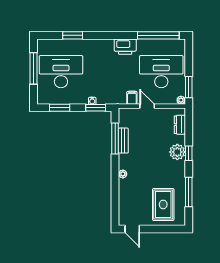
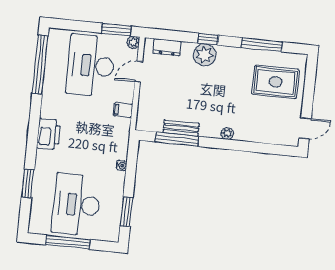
printer: (125, 47) -> (49, 134), moved
door: (147, 106) -> (139, 72), moved
window: (96, 108) -> (132, 162), removed

